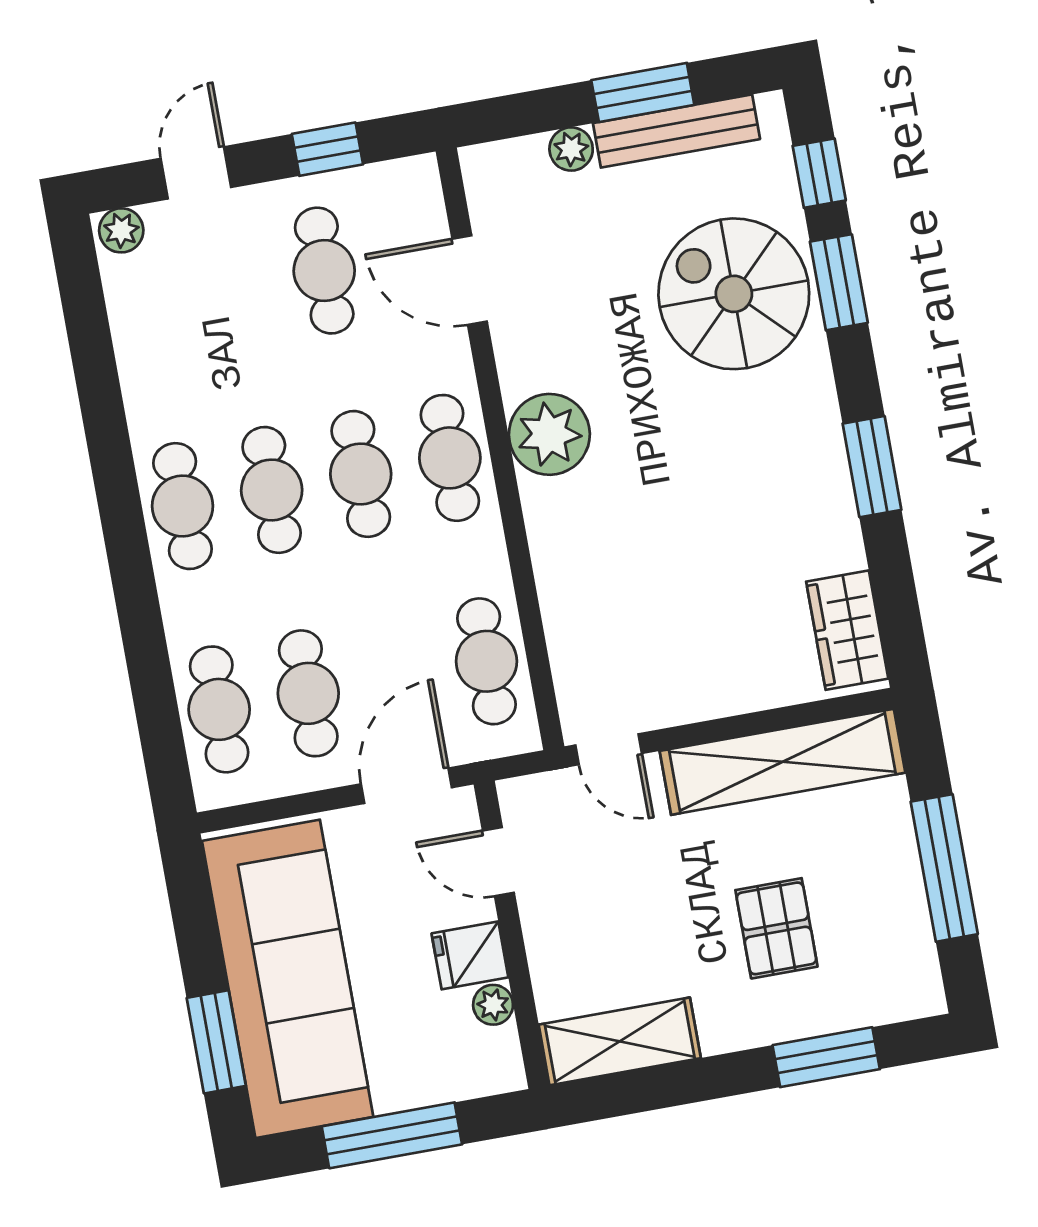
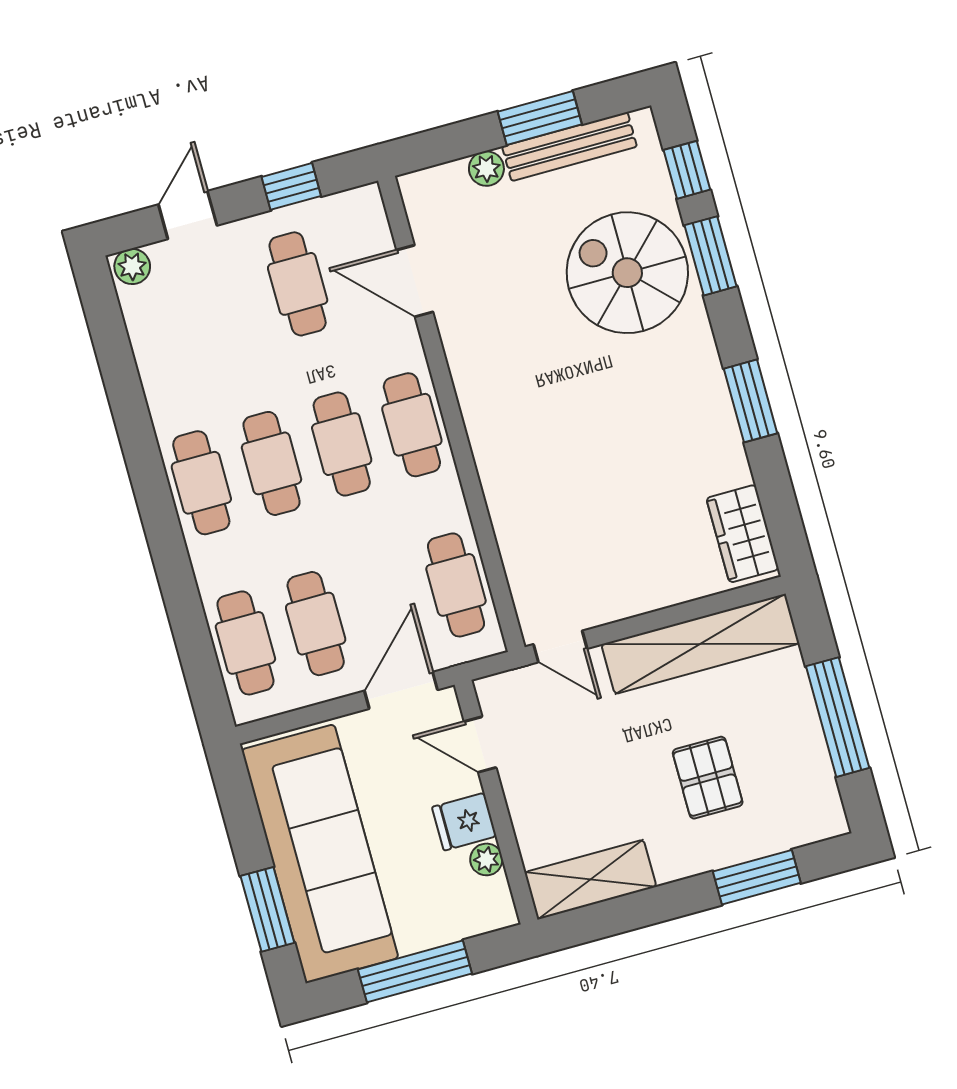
plant: (549, 434) -> (490, 399), removed

